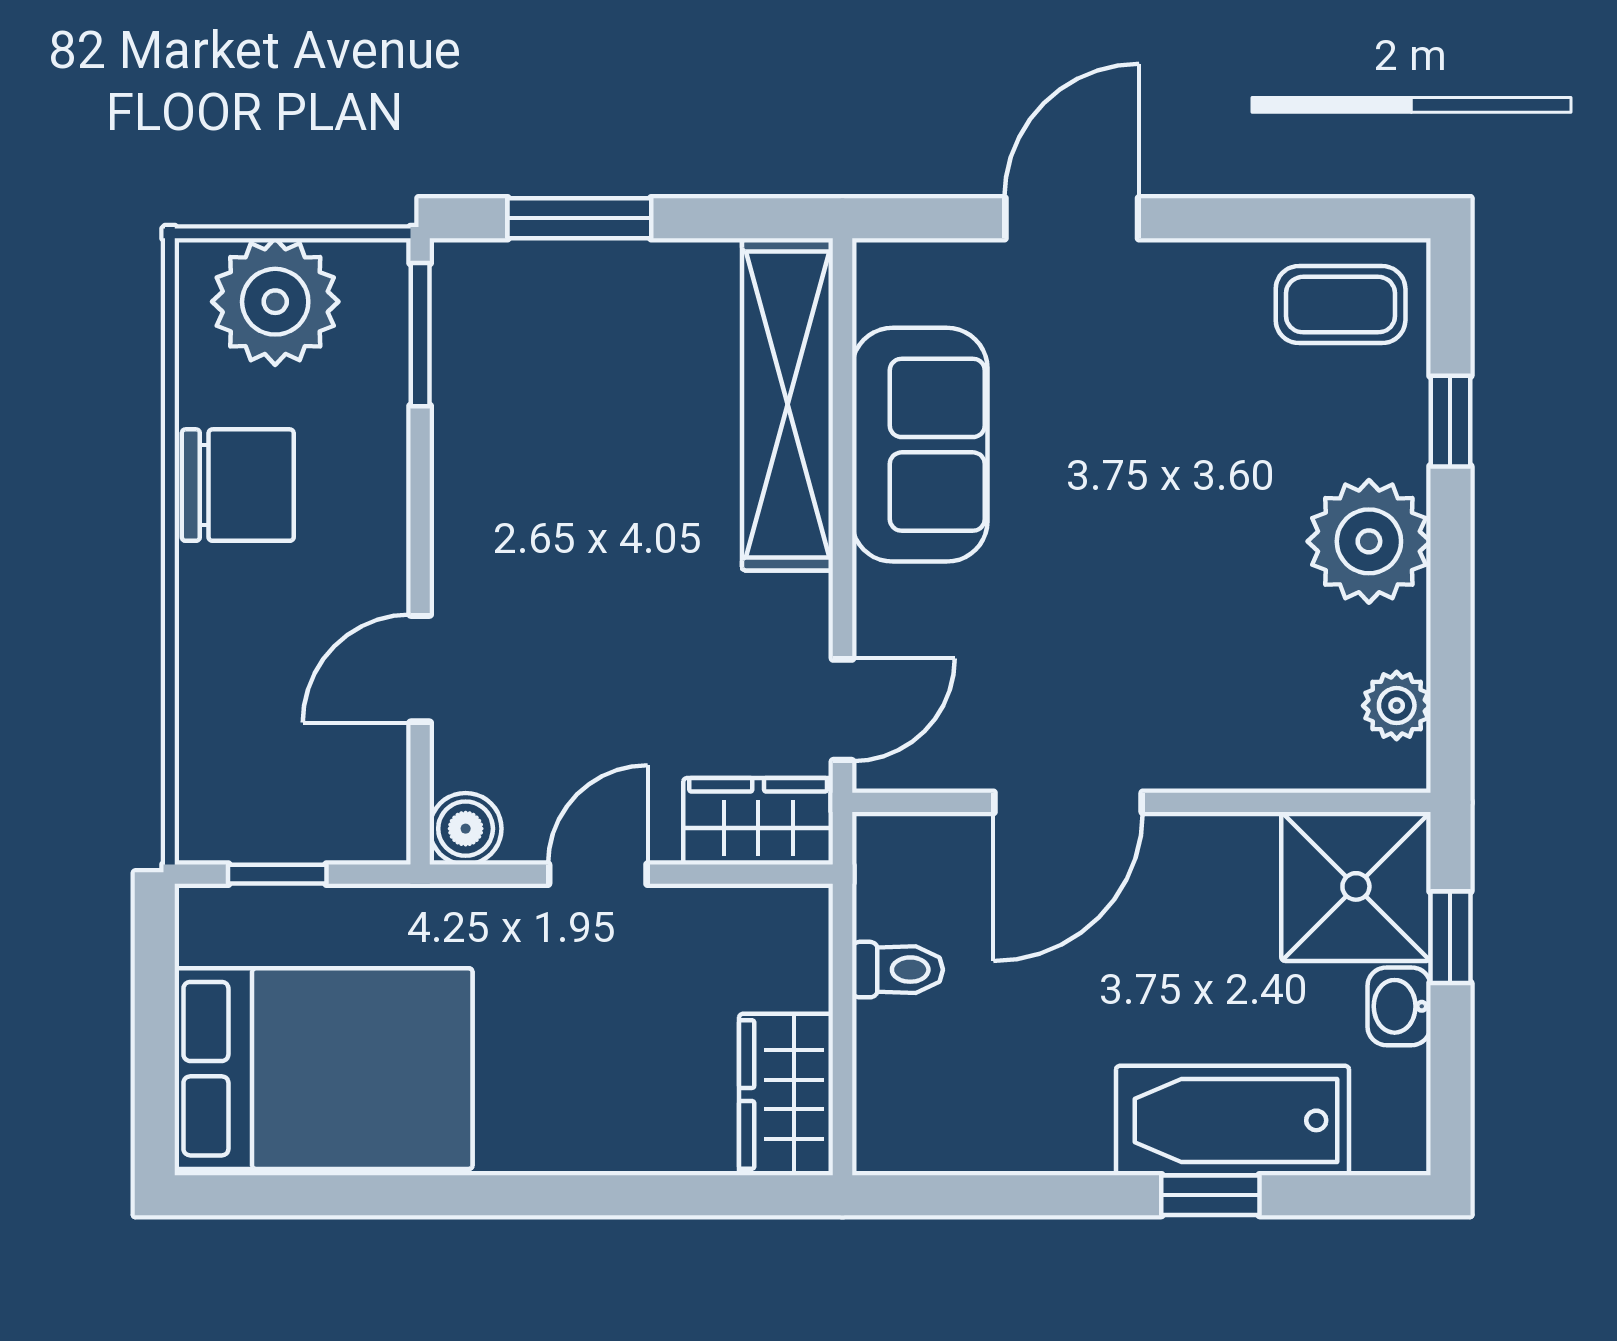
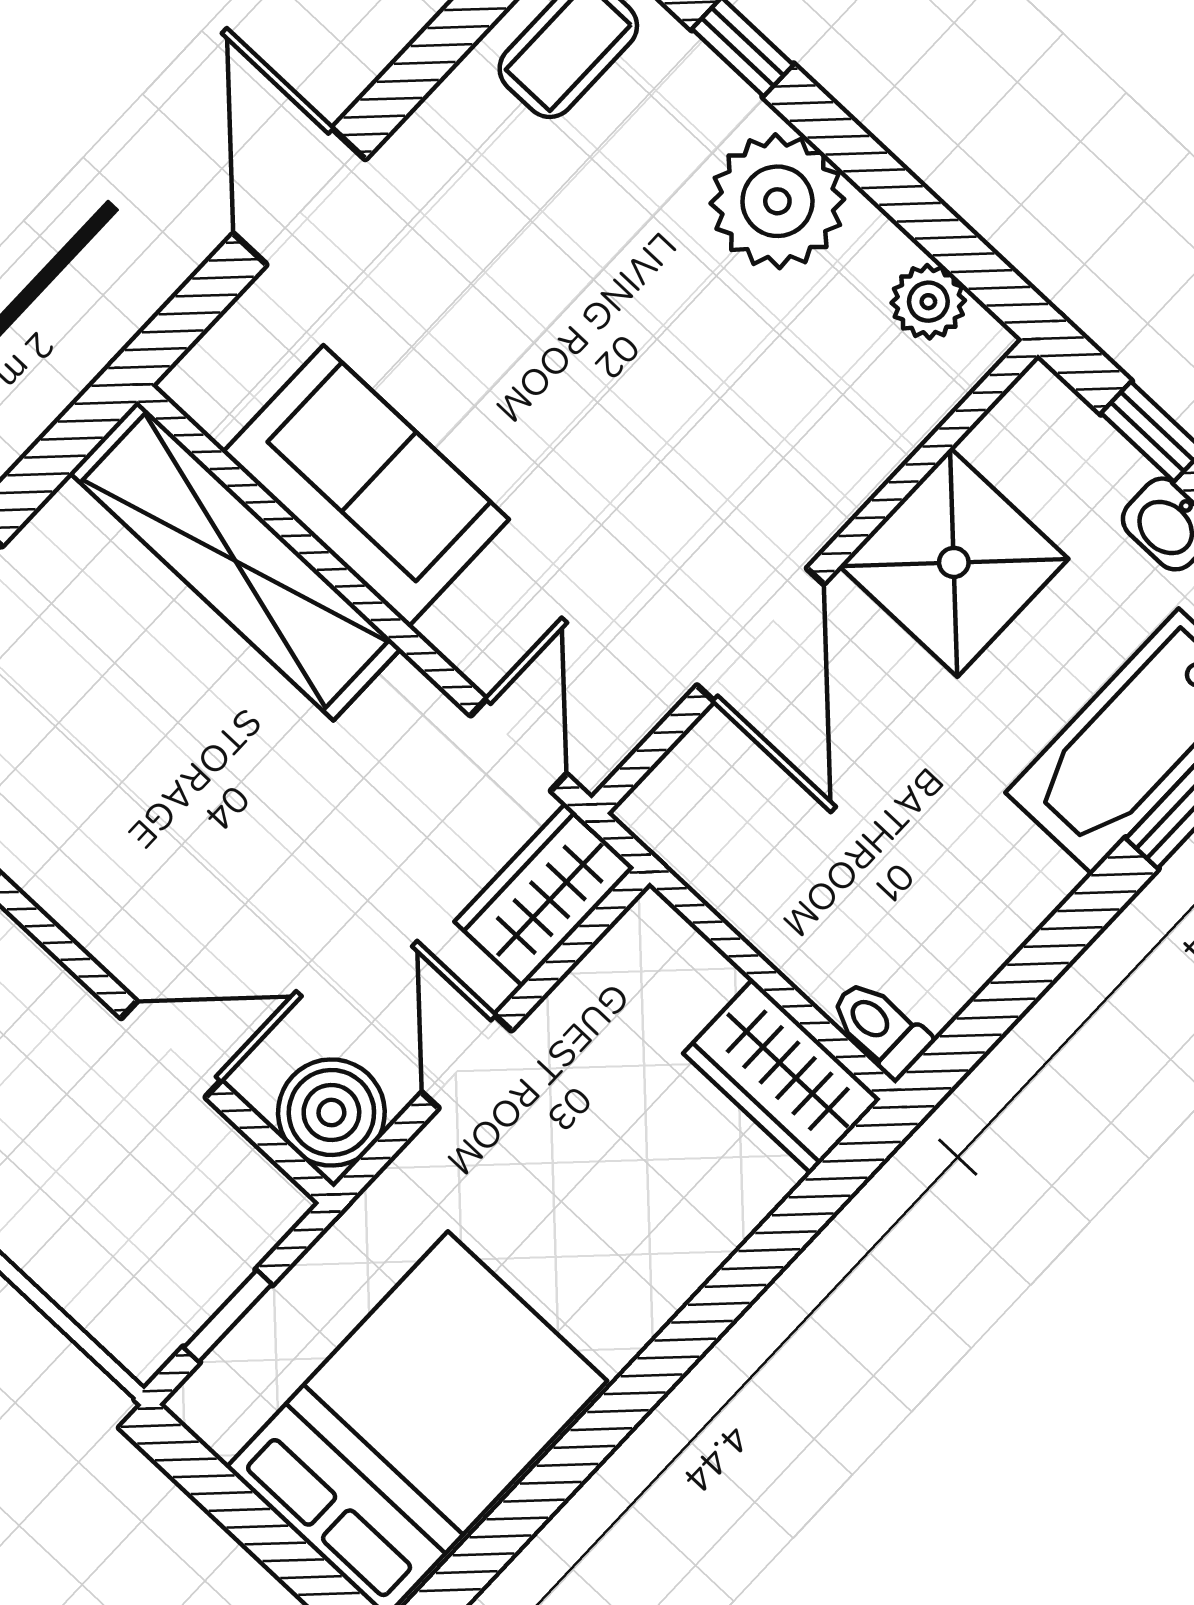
door: (420, 669) -> (171, 1049), swing flipped
boiler: (466, 829) -> (331, 1112), width x1.36, depth x1.36
shower: (1356, 886) -> (954, 562), moved
toilet: (897, 970) -> (880, 1028), moved, turned -90

